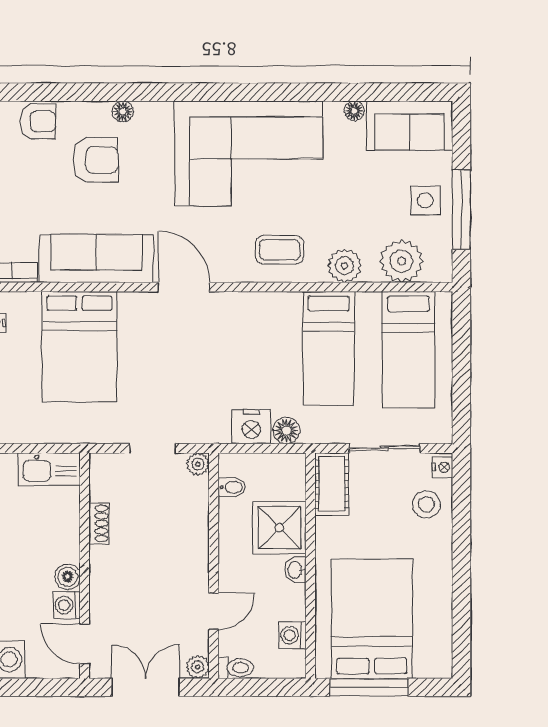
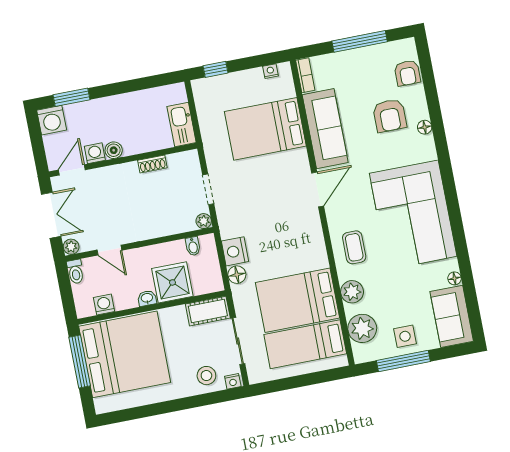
bed: (329, 348) -> (298, 300), width x1.50
bed: (372, 619) -> (125, 354), width x1.36

